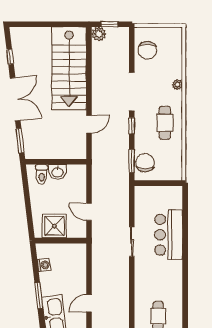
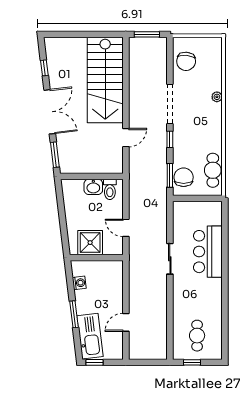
window: (109, 24) -> (147, 34), width x1.50
plant: (99, 34) -> (136, 45), removed
cafe table: (165, 123) -> (213, 170), moved
toilet: (42, 174) -> (110, 189), moved

